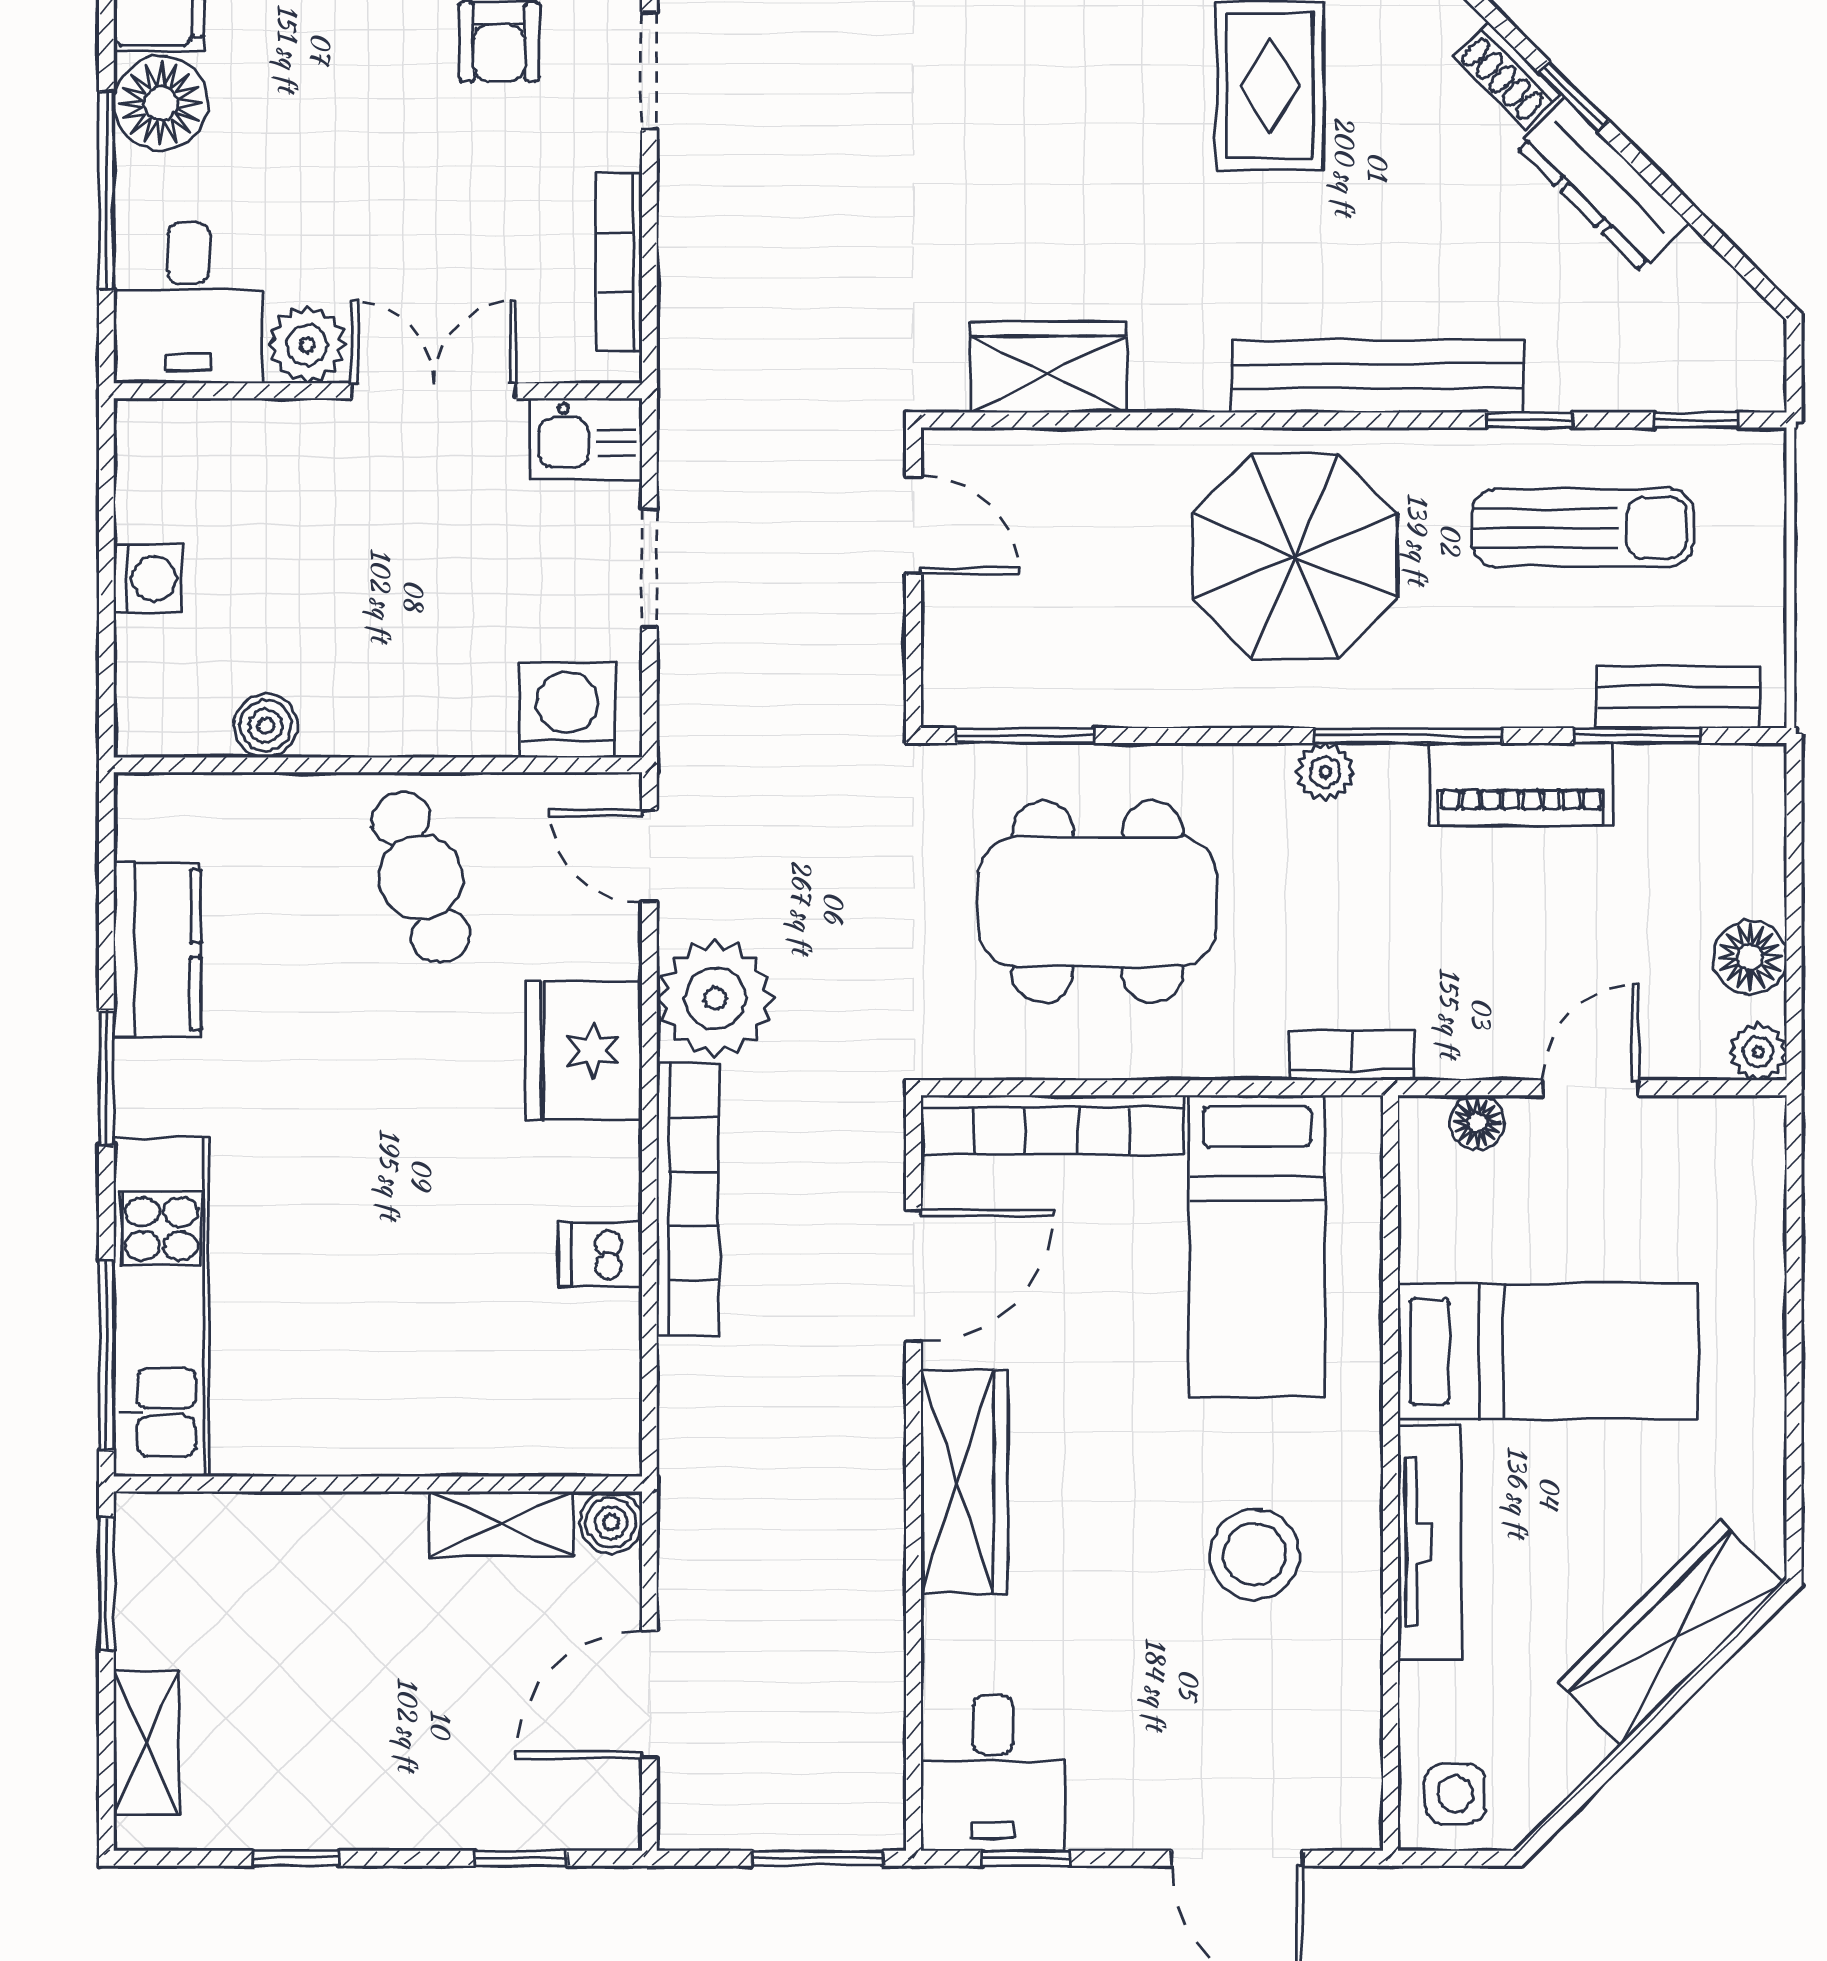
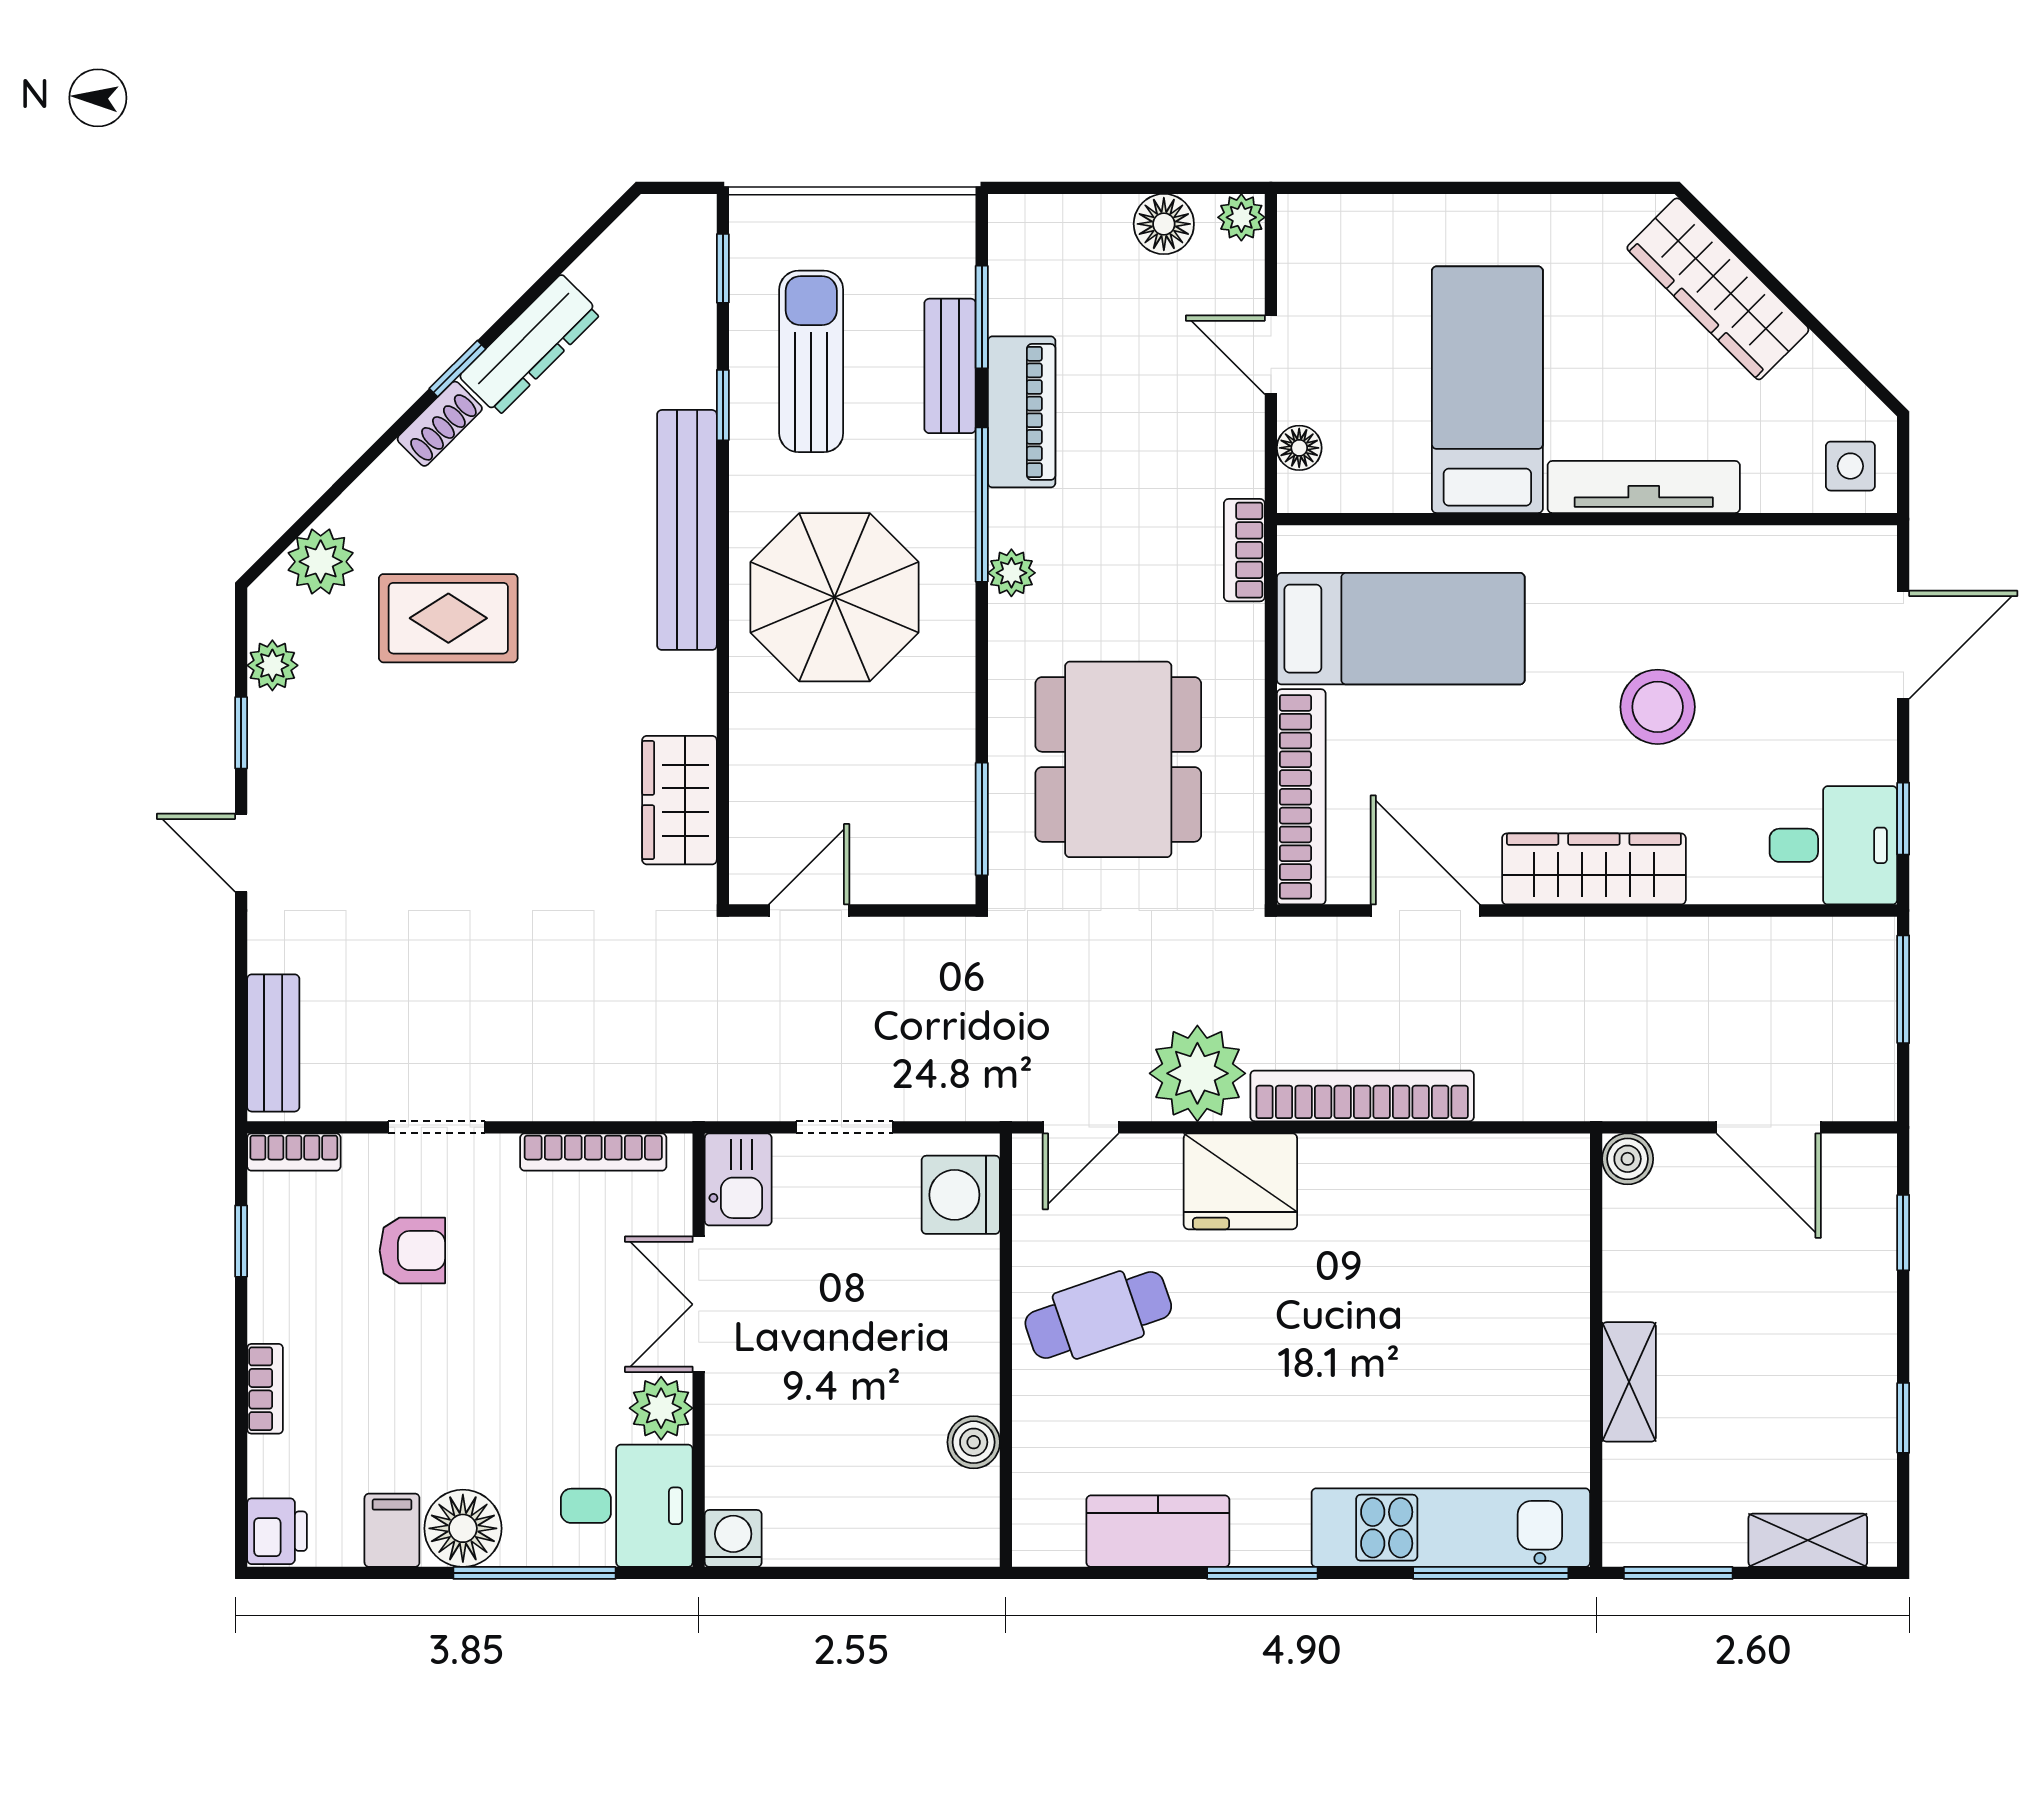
washing machine: (148, 579) -> (733, 1538), moved
bench: (1678, 697) -> (950, 366), moved
dishwasher: (600, 1254) -> (1408, 1168), removed
shelving: (501, 1524) -> (1629, 1382), moved
stool: (1255, 1554) -> (1658, 707), moved

